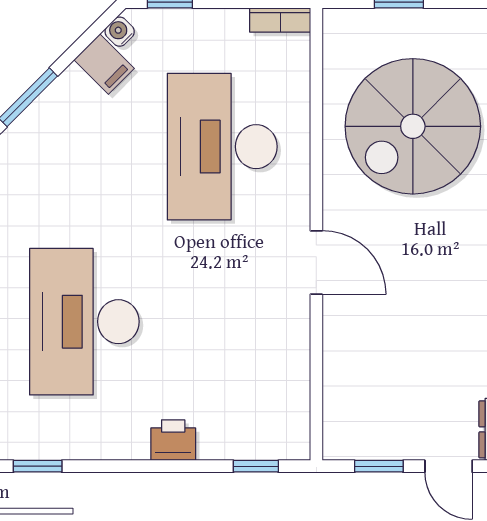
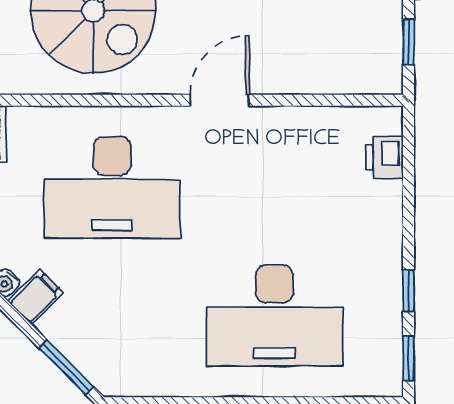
printer: (173, 440) -> (384, 157), moved
window: (256, 466) -> (409, 291), moved

